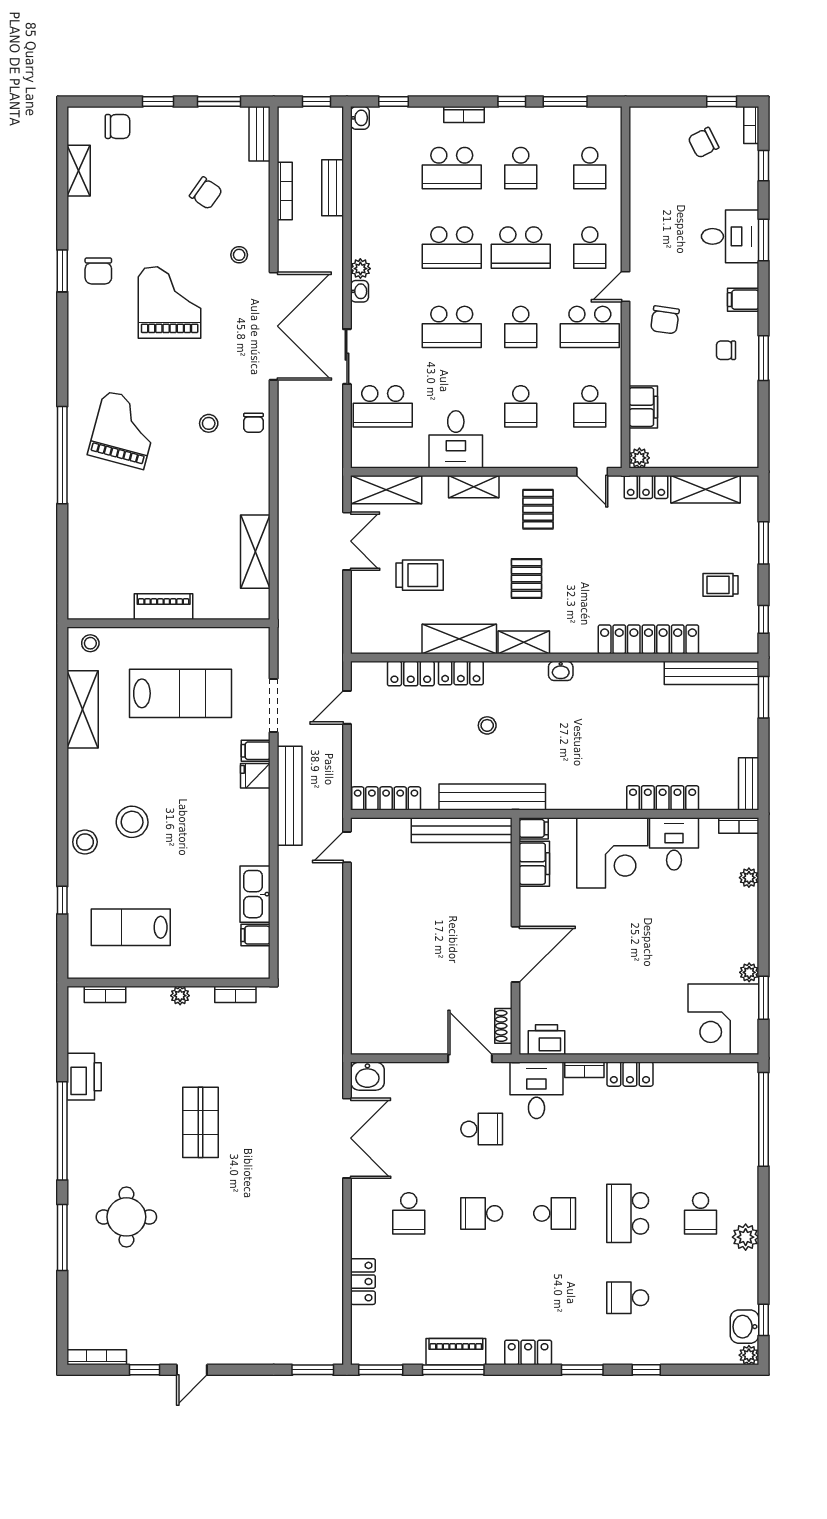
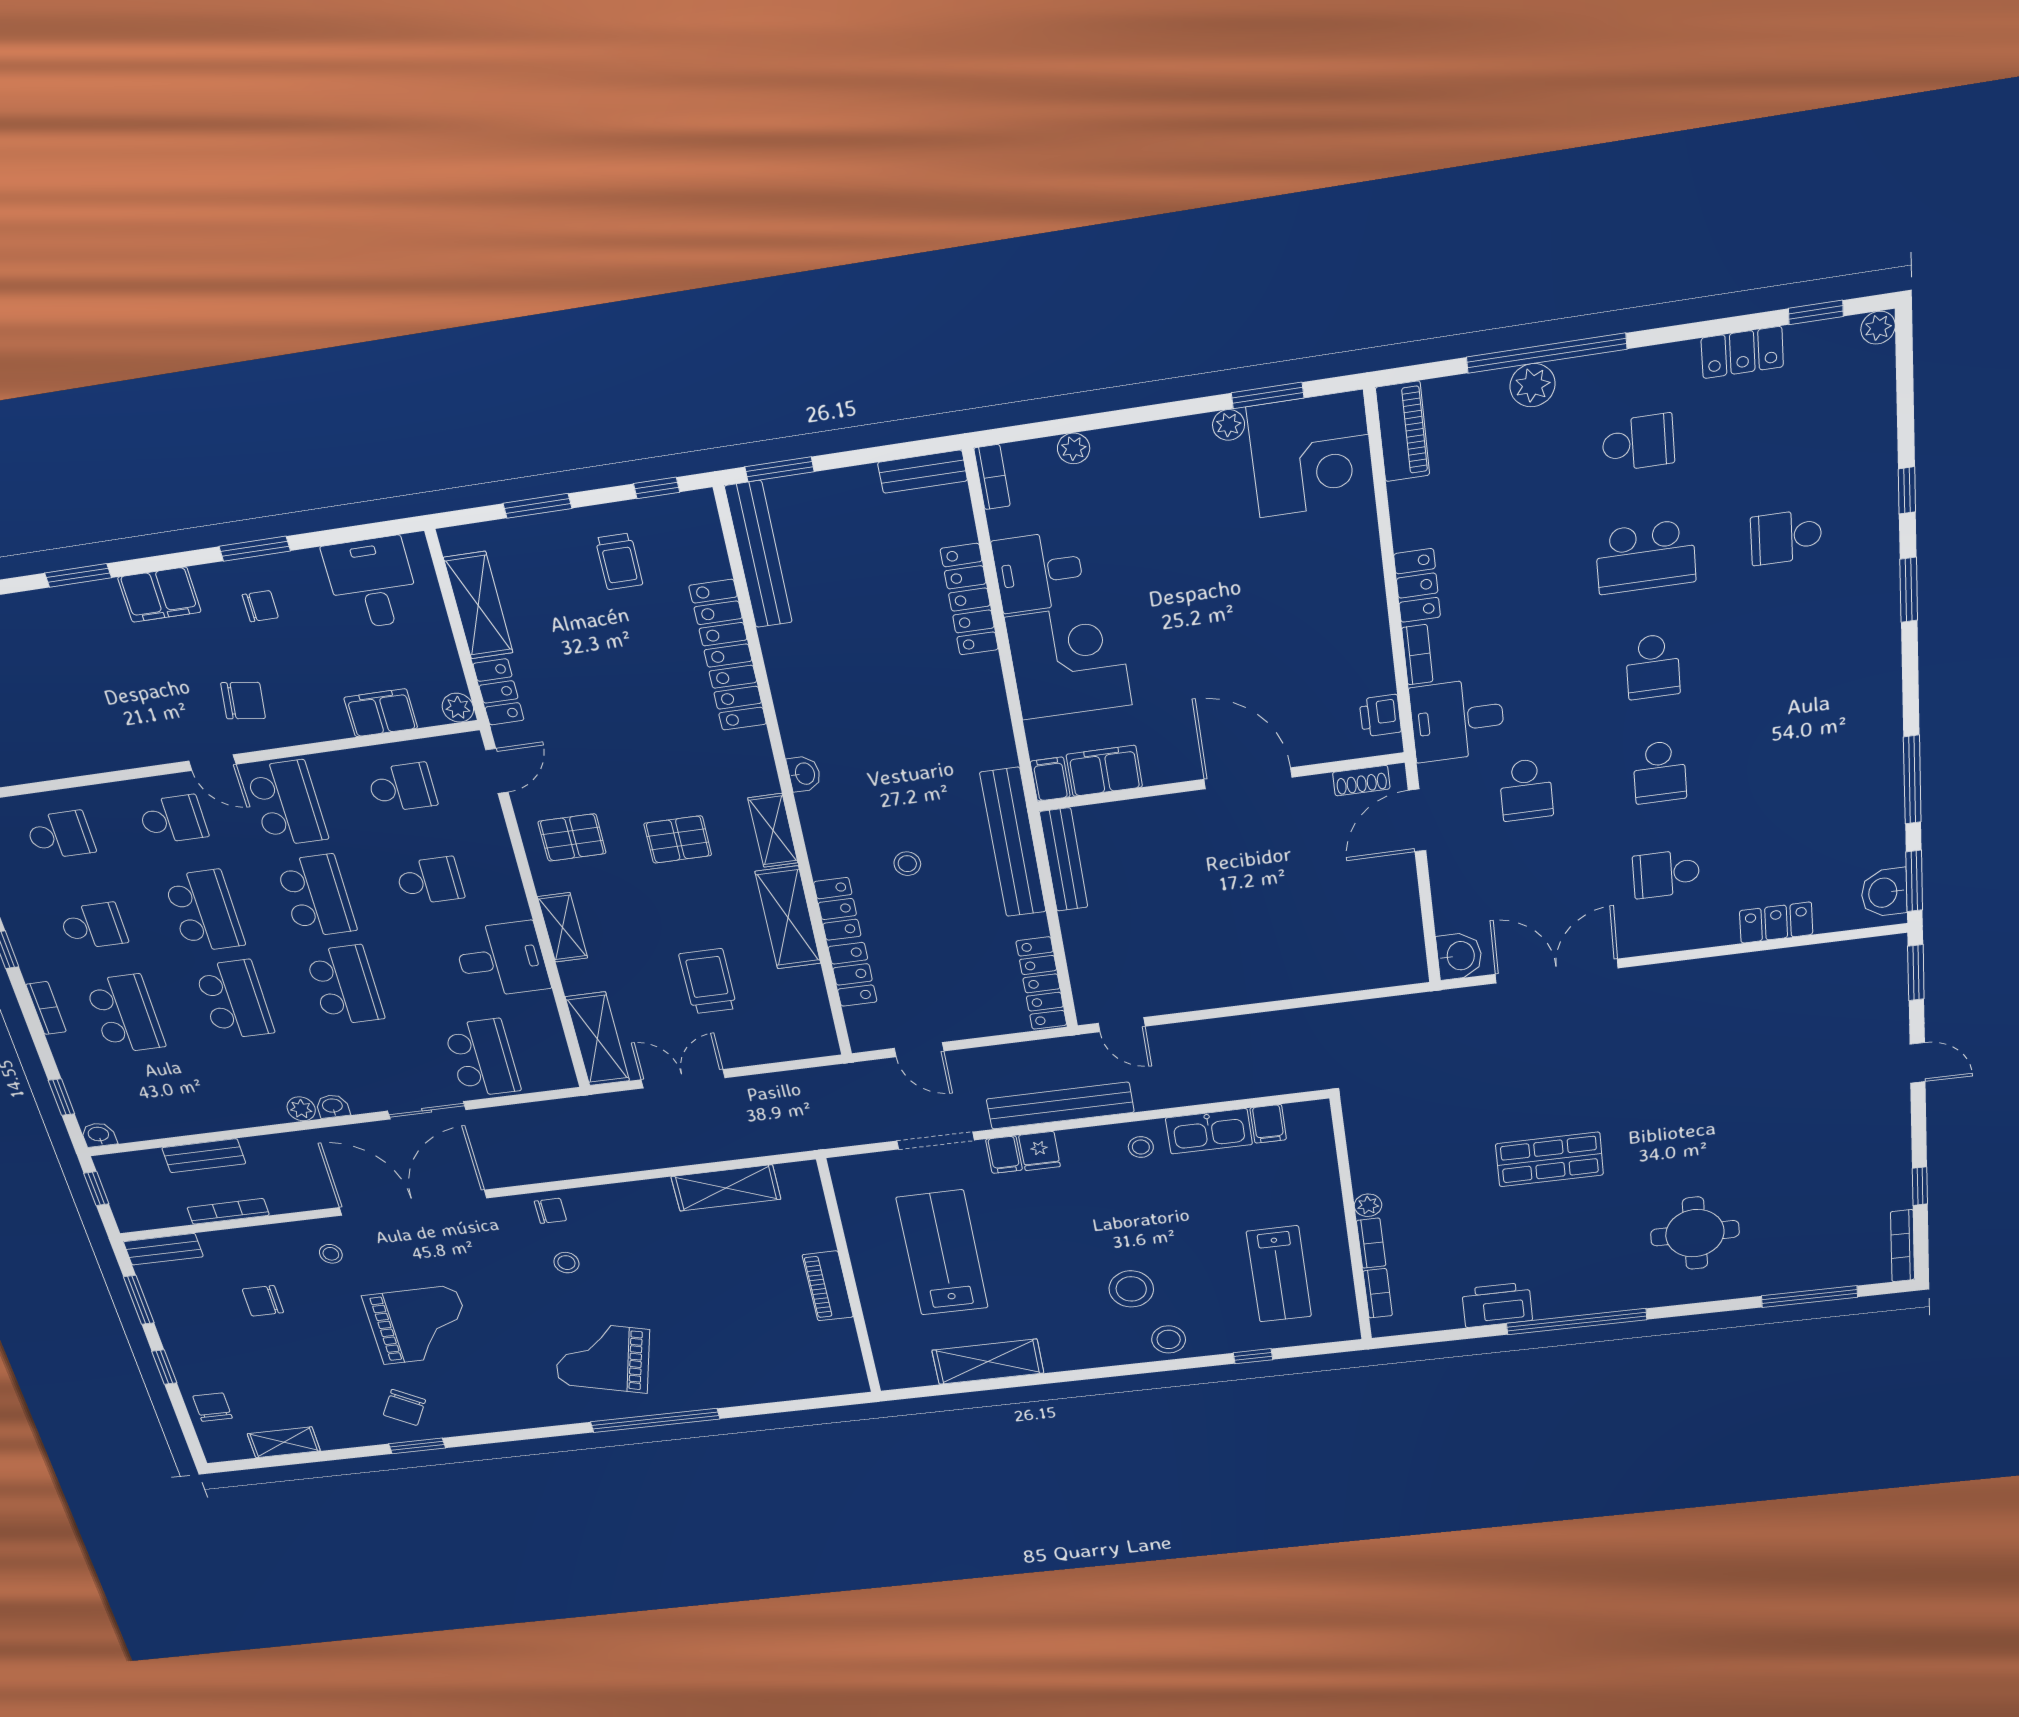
chair: (206, 193) -> (263, 1301), turned -125
desk: (730, 236) -> (372, 583), moved
chair: (98, 271) -> (404, 1407), turned 120
filing cabinet: (743, 300) -> (159, 595), width x2.00
grand piano: (170, 302) -> (420, 1325), turned 180
school desk: (521, 327) -> (316, 896), width x1.85
chair: (726, 350) -> (260, 606), turned -90
stool: (90, 643) -> (1141, 1147), moved
bench: (462, 830) -> (1064, 860), width x0.73, depth x0.82
bookcase: (235, 994) -> (1371, 1243), moved
printer: (547, 1040) -> (1380, 716), width x0.73, depth x0.81
window: (764, 1119) -> (1547, 353), moved
school desk: (482, 1129) -> (1526, 790), turned 180
school desk: (409, 1213) -> (1666, 874), turned 180
school desk: (555, 1213) -> (1653, 667), turned 180
window: (62, 1237) -> (1809, 1297), moved
plant: (746, 1237) -> (1533, 385), moved
school desk: (628, 1298) -> (1786, 537), turned 90
washbasin: (745, 1327) -> (1884, 893), moved, turned 90
piano: (456, 1352) -> (1403, 431), moved, turned 180
locker: (528, 1352) -> (1742, 352), moved, turned -90
door: (192, 1370) -> (1918, 1063), moved

